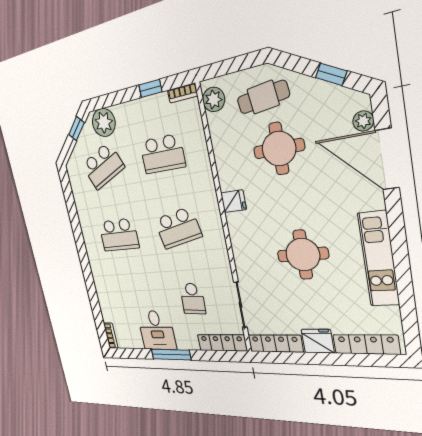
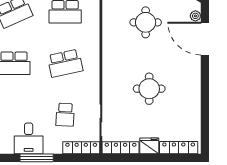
fridge: (233, 201) -> (110, 50), removed
kitchen unit: (379, 259) -> (193, 95), removed

